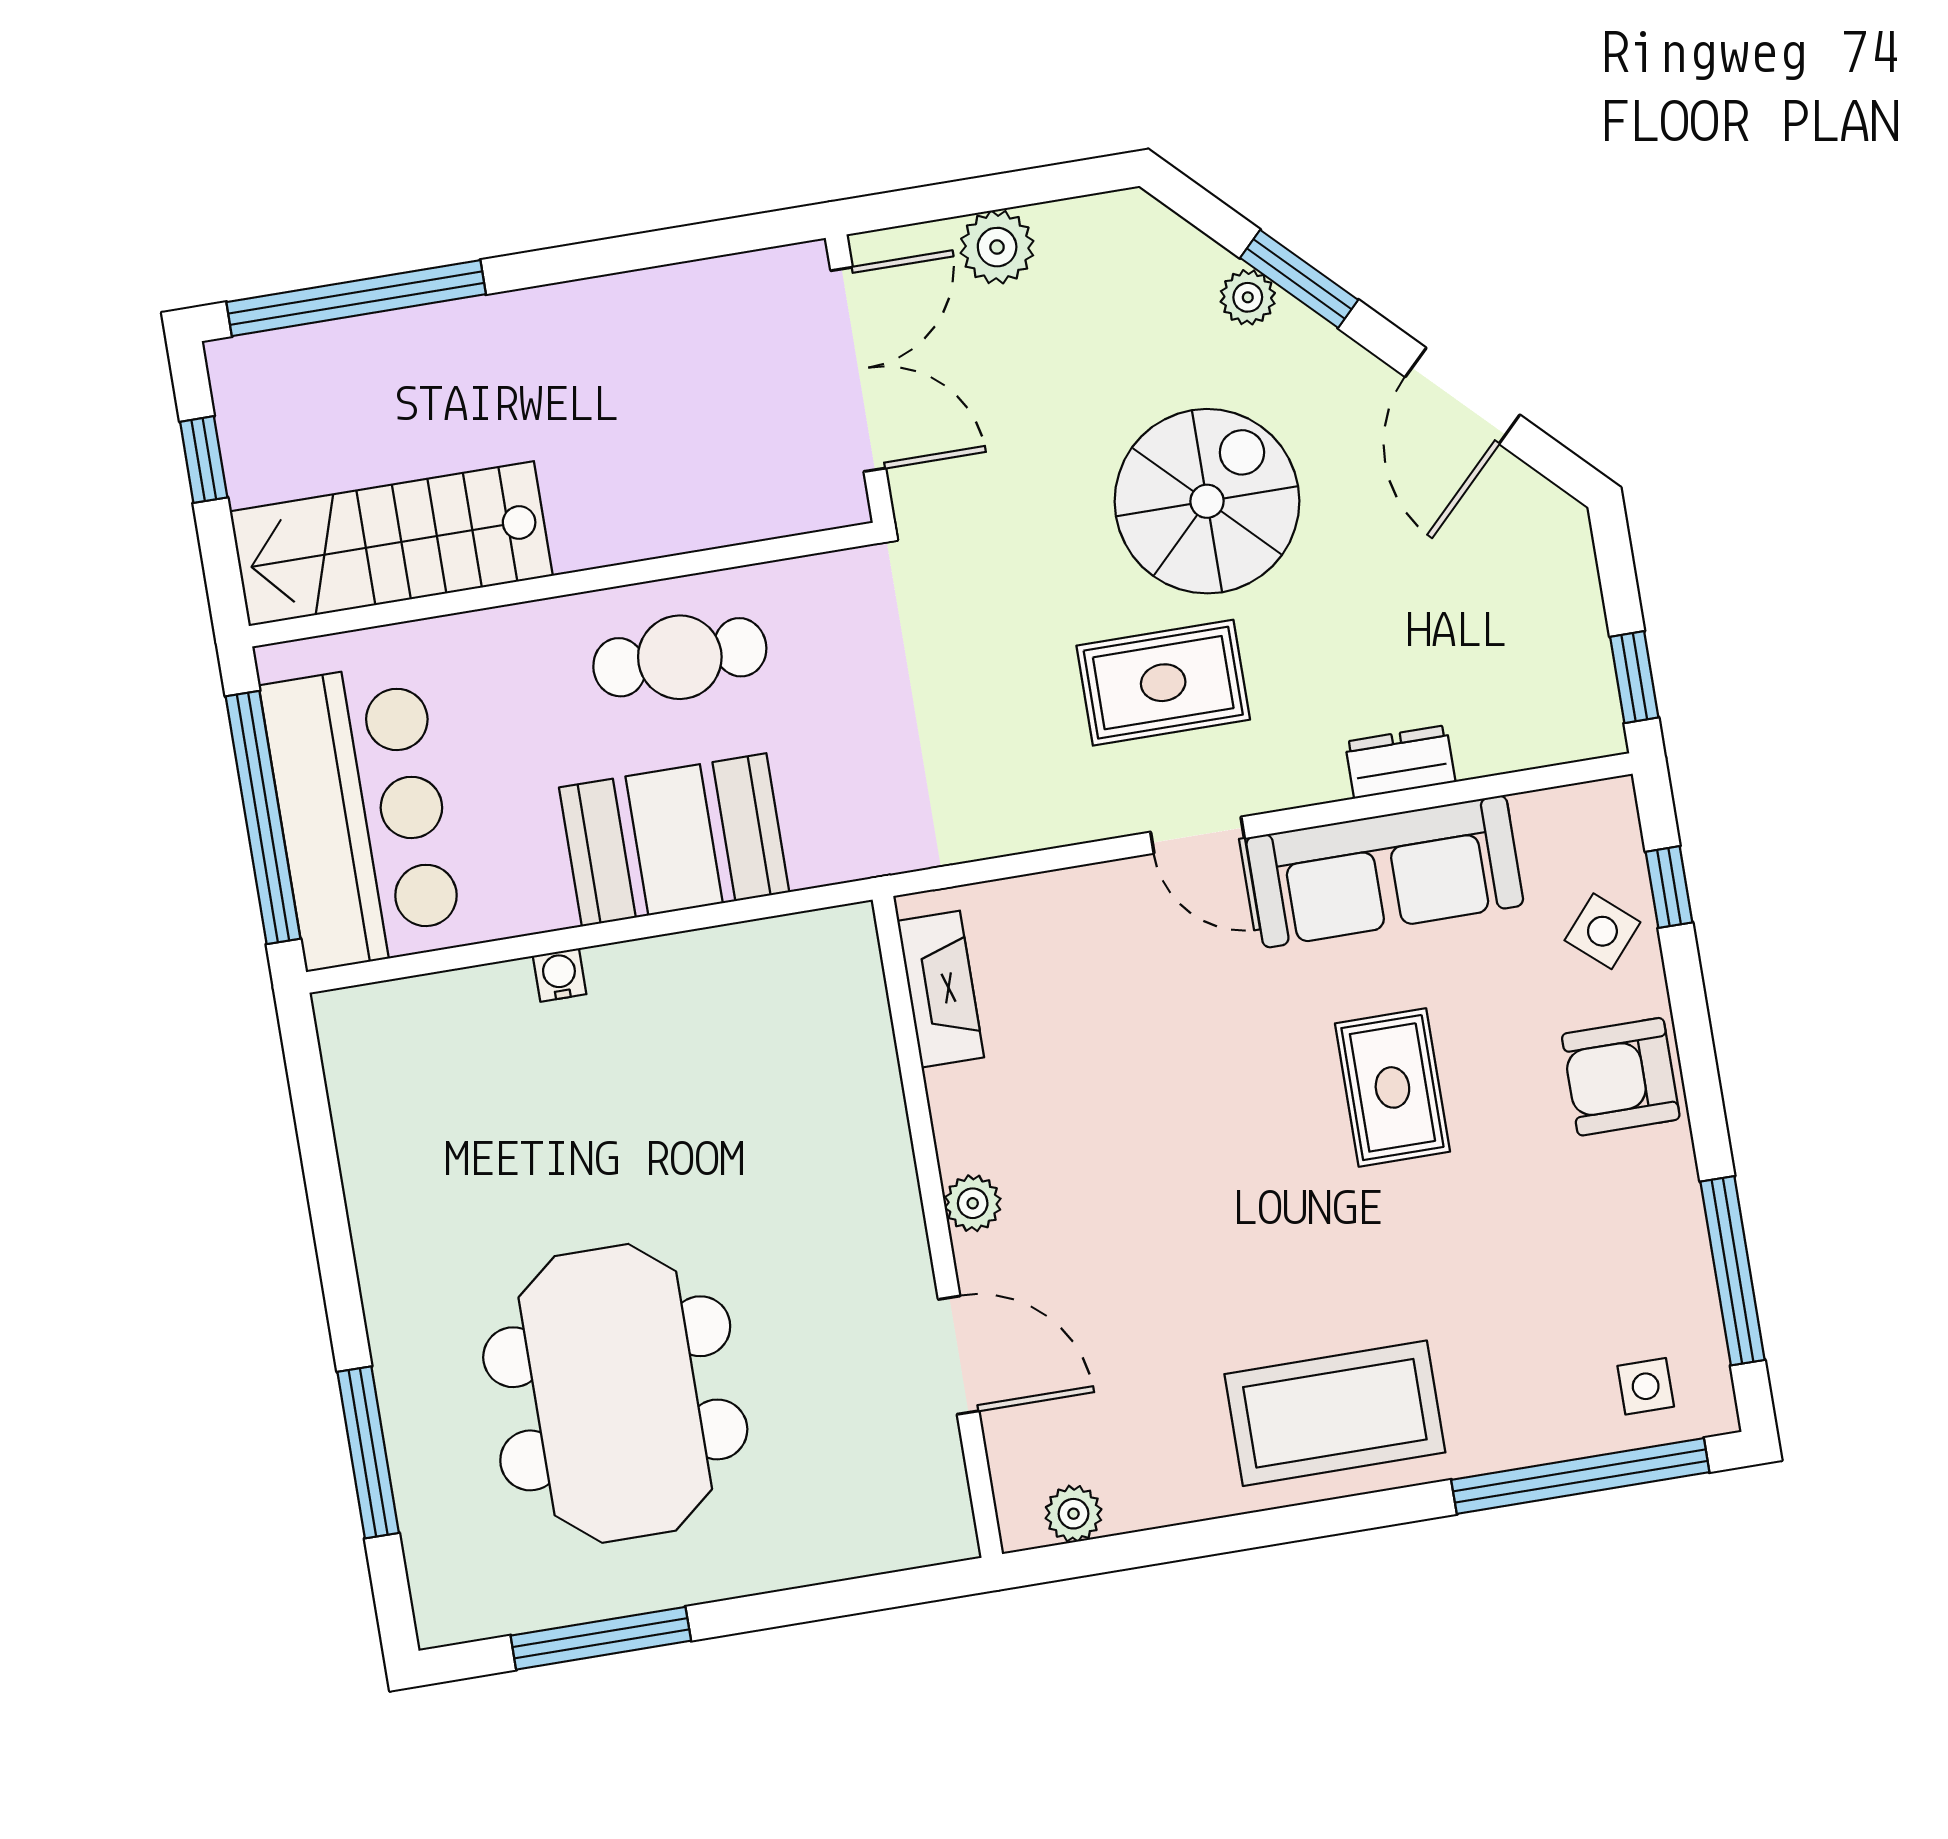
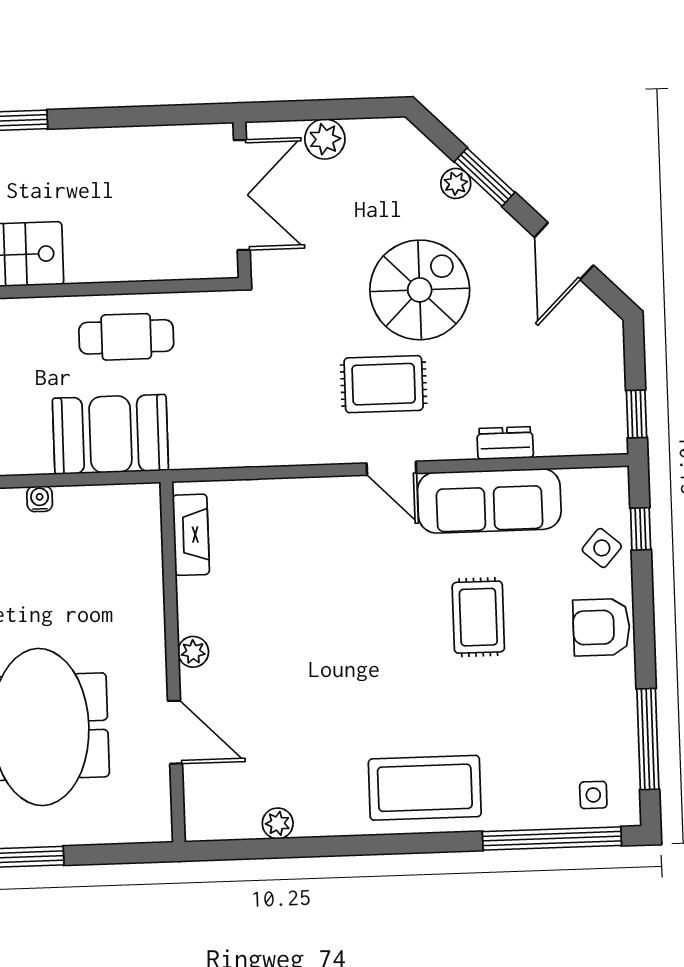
fireplace: (941, 989) -> (191, 535), moved
plant: (973, 1203) -> (193, 652), moved
wall: (937, 1227) -> (173, 662), moved
door: (959, 1355) -> (175, 732), moved

